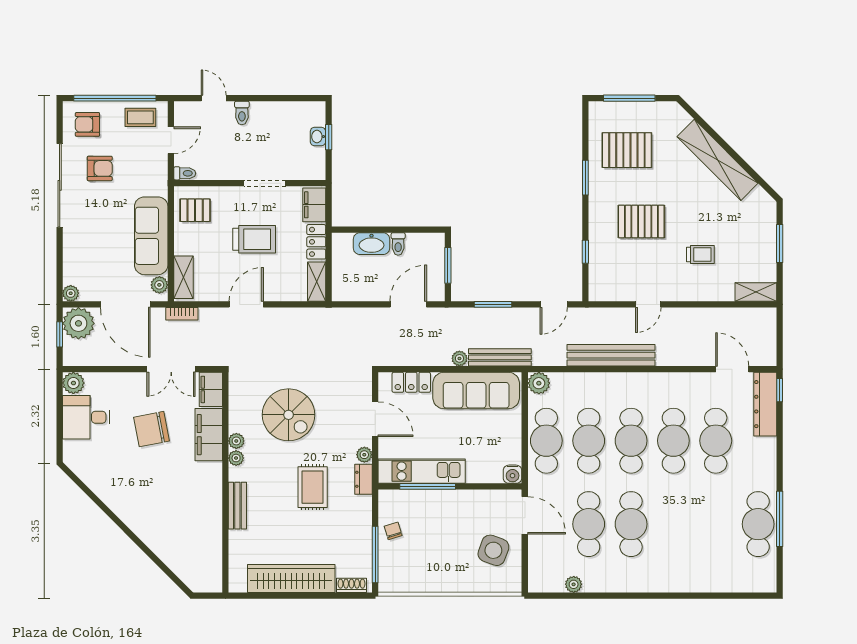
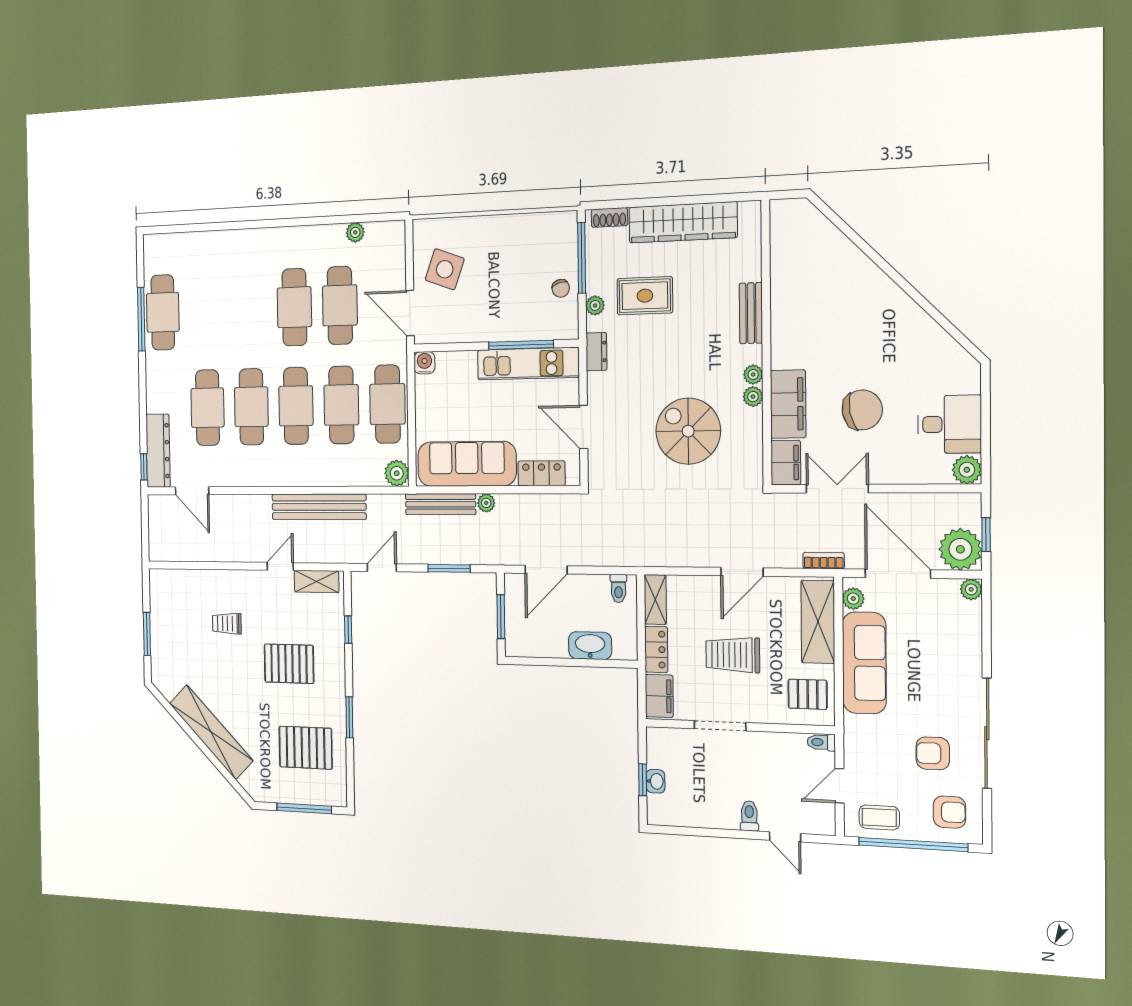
toilet: (398, 244) -> (618, 588), moved, turned 180
shelving: (183, 277) -> (818, 622), width x1.50, depth x1.33
shelving: (756, 292) -> (317, 581), moved
plant: (364, 455) -> (595, 305), moved
rug: (313, 487) -> (645, 296), moved, turned 90

